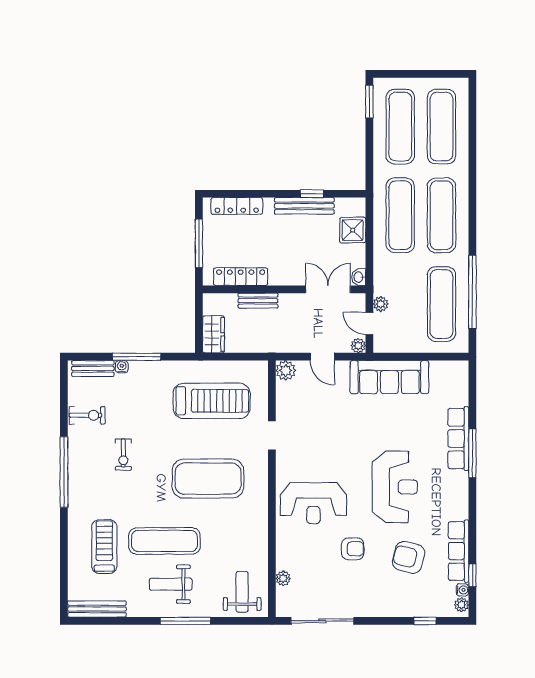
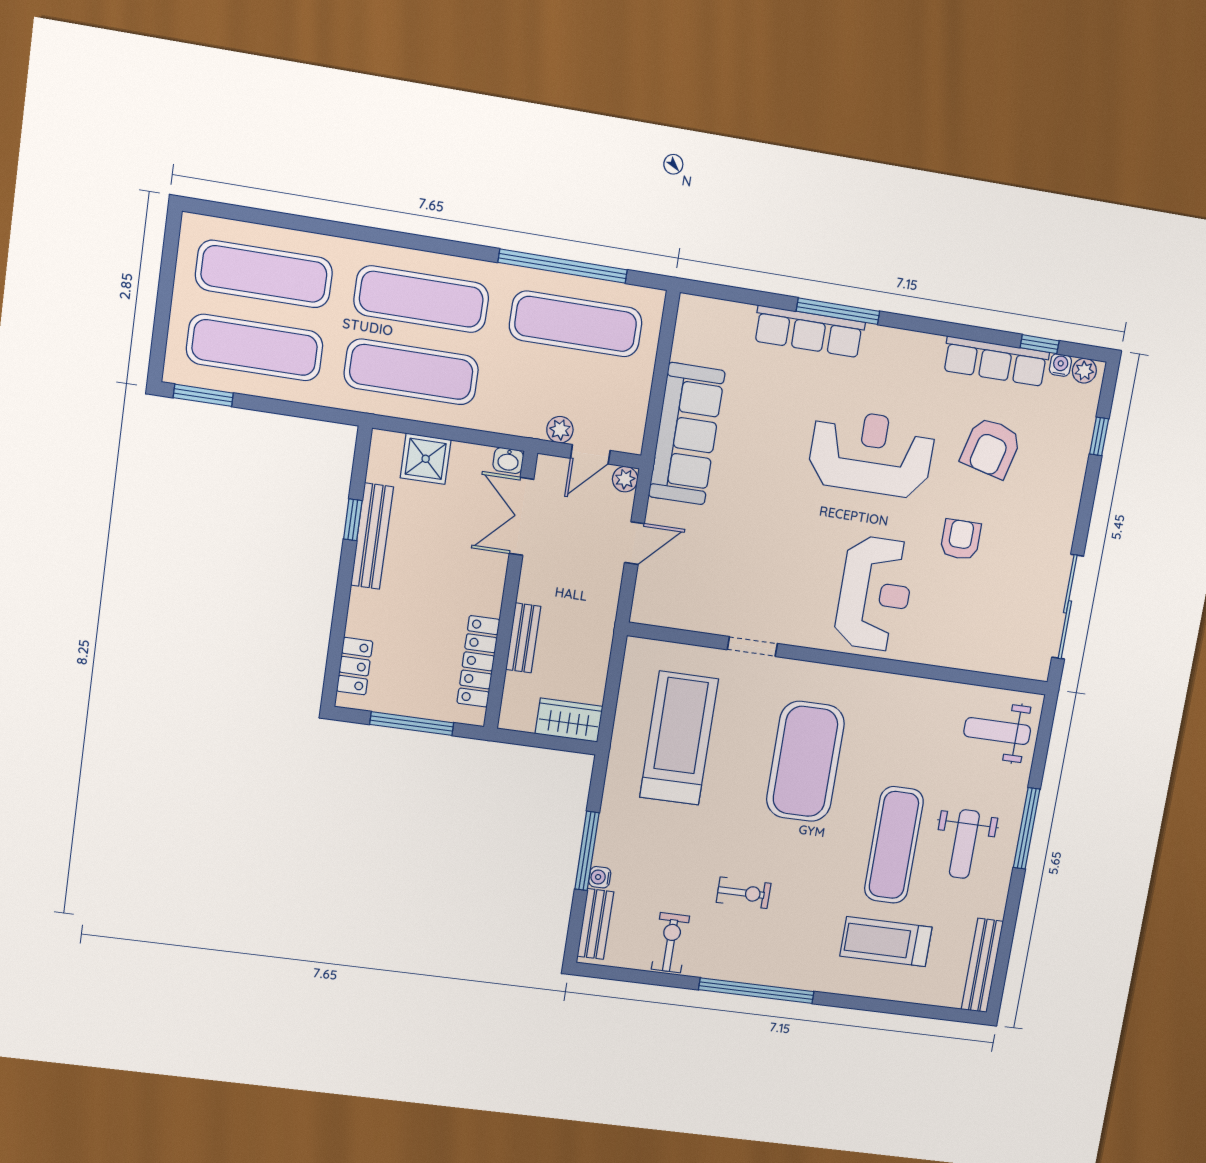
locker: (237, 206) -> (355, 666), width x0.66
plant: (286, 371) -> (648, 608), removed
plant: (283, 578) -> (988, 661), removed

